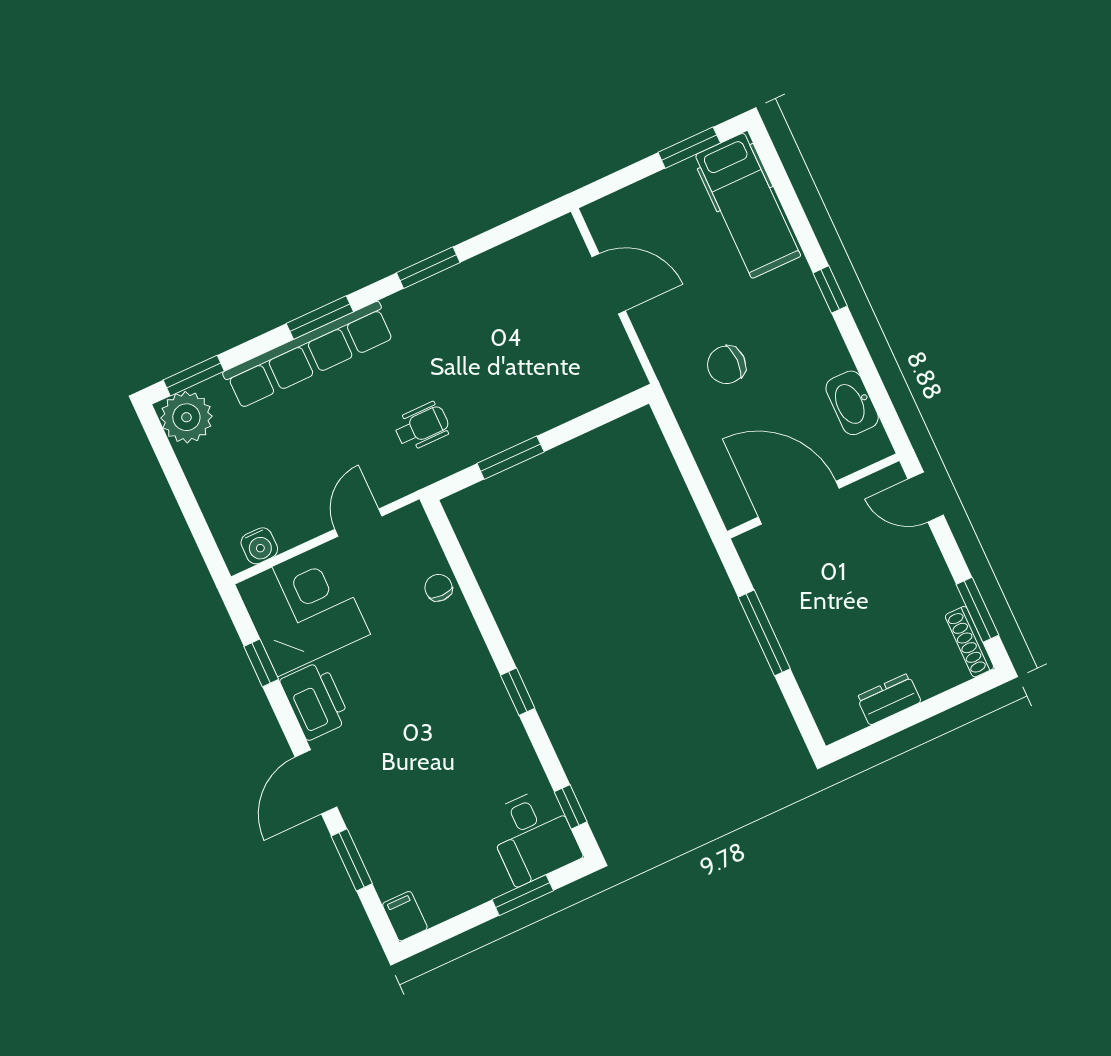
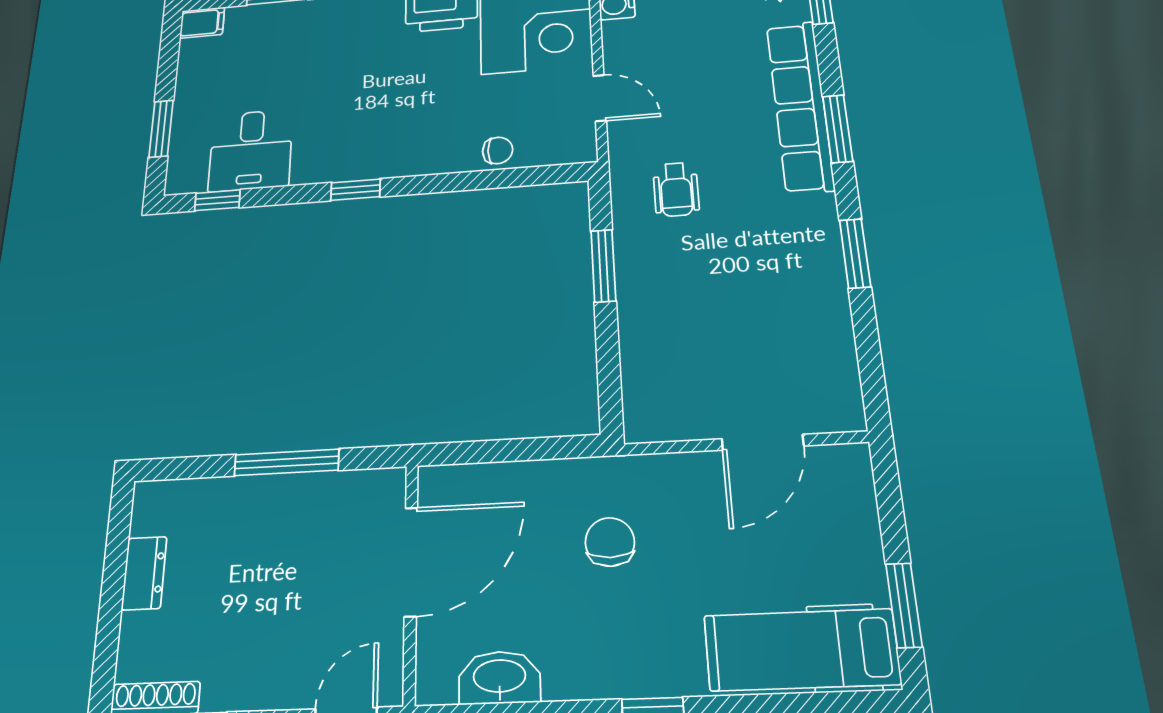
desk: (533, 836) -> (251, 150), moved, turned -90

